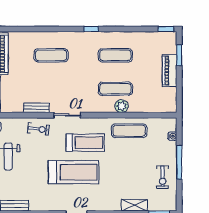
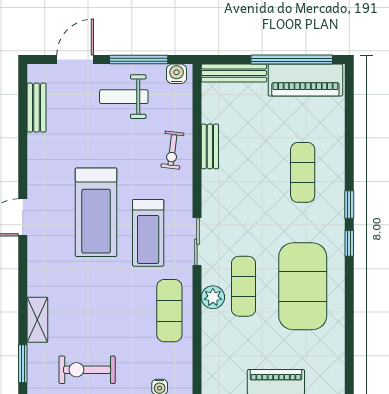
window: (166, 29) -> (349, 205), moved
exercise mat: (115, 55) -> (303, 286), width x2.00, depth x1.45
sliding door: (67, 115) -> (197, 242), moved
exercise bike: (163, 177) -> (87, 370), width x1.38, depth x1.39

